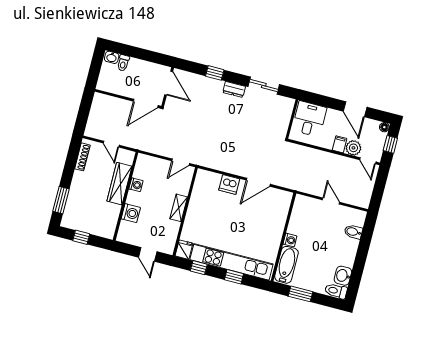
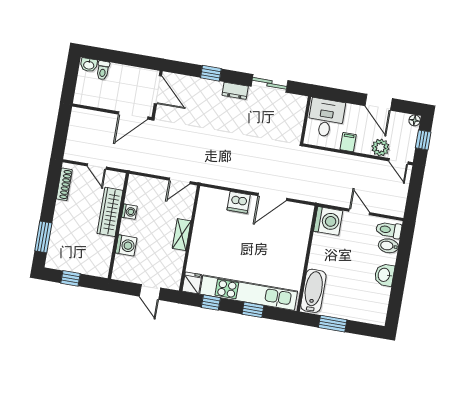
filing cabinet: (340, 144) -> (348, 142), moved
washing machine: (290, 240) -> (328, 221), moved, width x1.89, depth x1.89
washbasin: (343, 276) -> (384, 275), moved
toilet: (336, 291) -> (389, 230), moved

